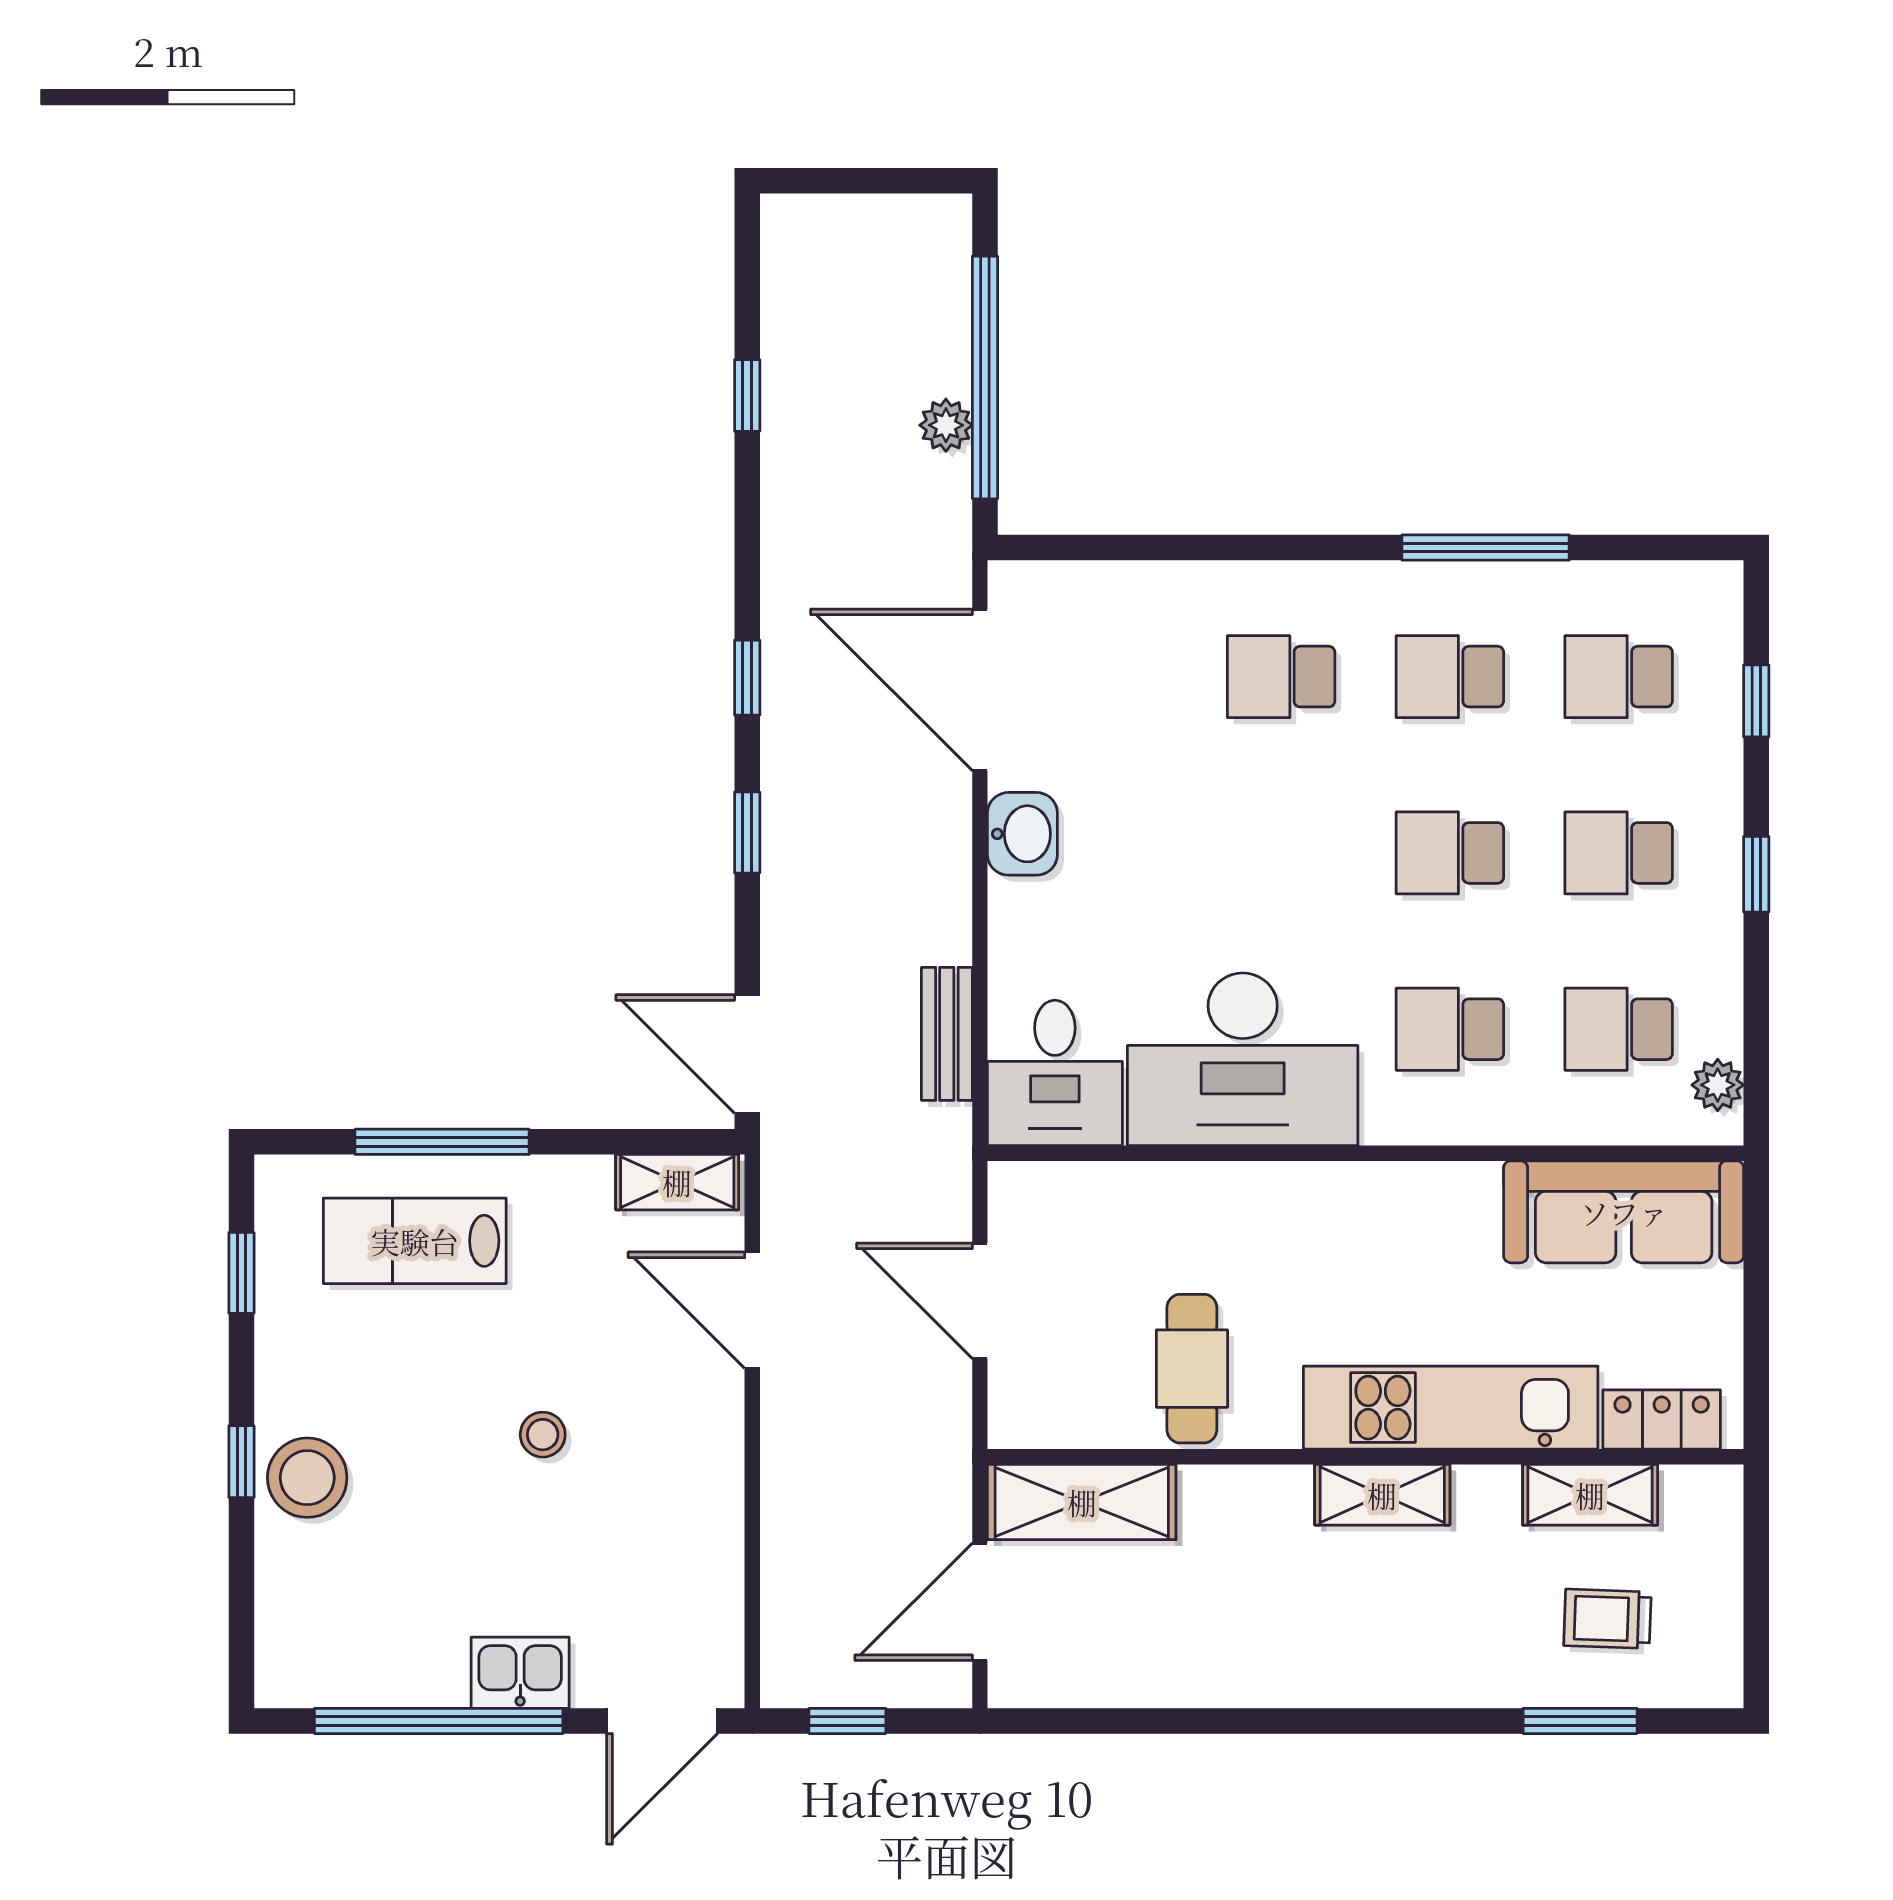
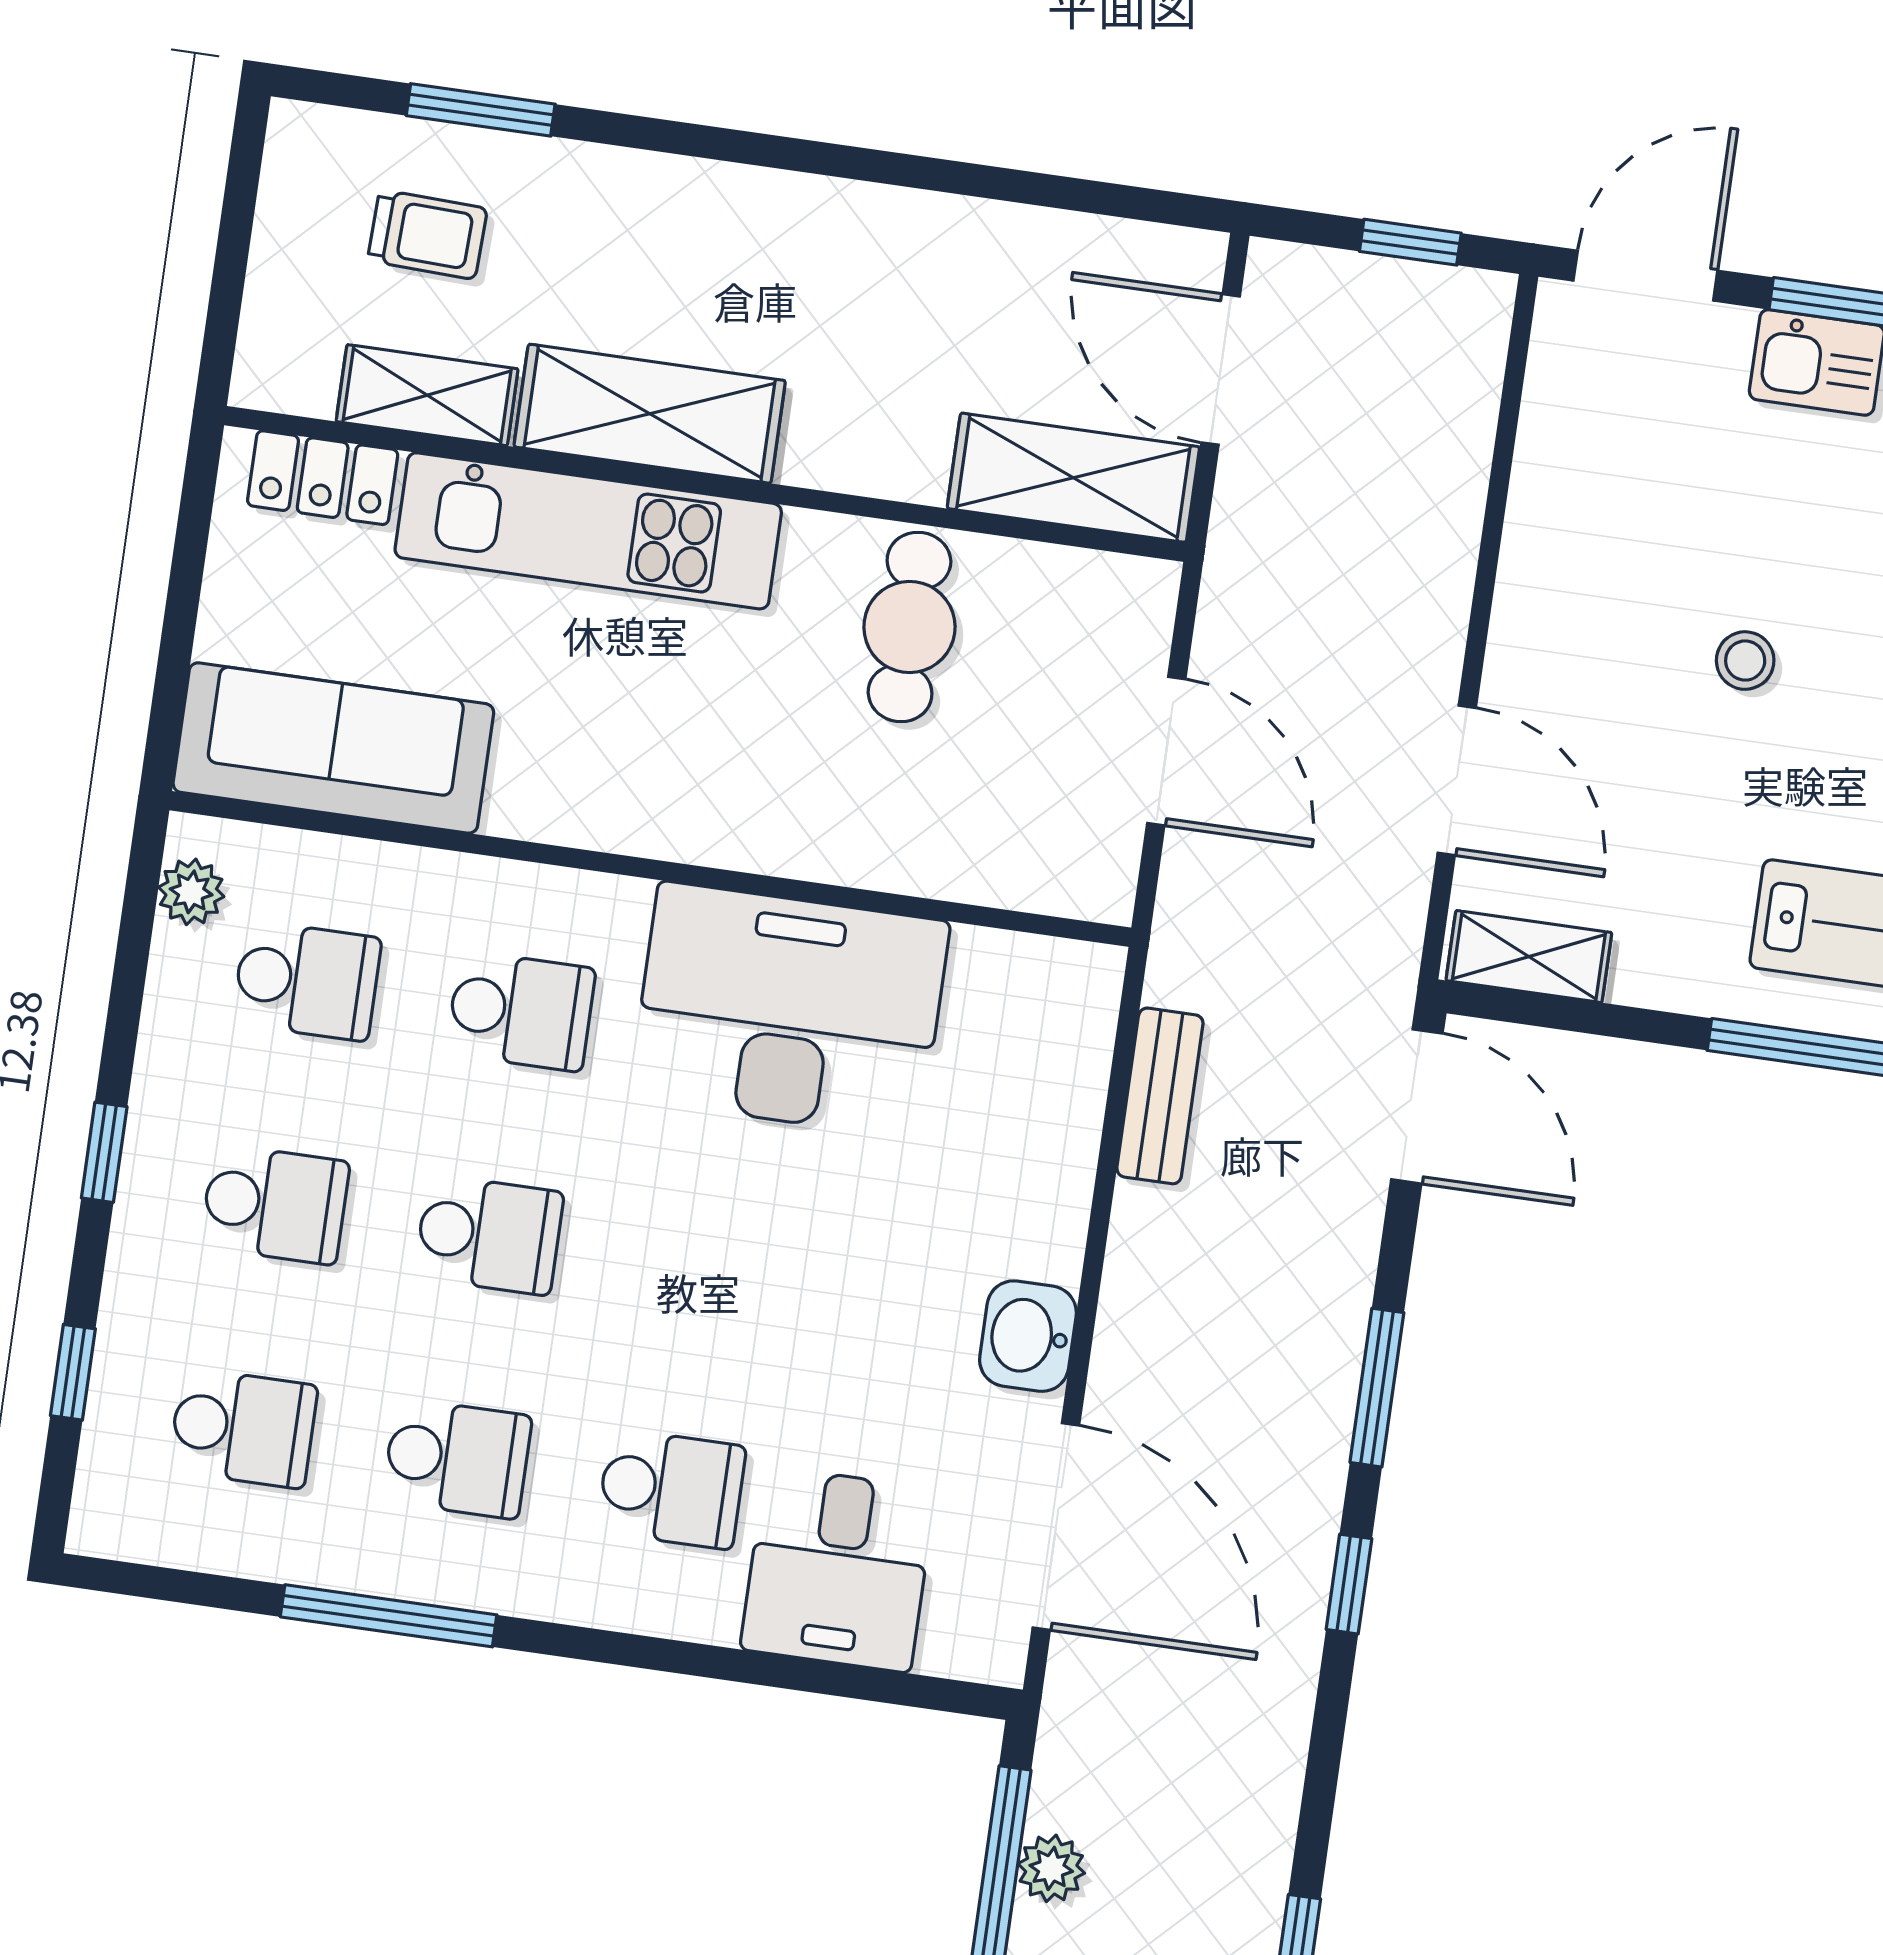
window: (747, 832) -> (1377, 1388), width x1.50
desk: (1055, 1073) -> (838, 1569), moved, turned 180
shelving: (1382, 1495) -> (650, 414), width x1.50, depth x1.33
door: (980, 1602) -> (1221, 369), swing flipped

